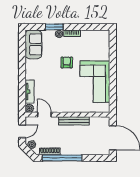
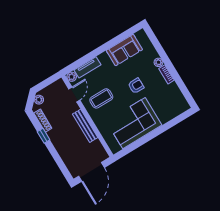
window: (54, 27) -> (162, 54), removed
sofa: (33, 44) -> (124, 50), moved
coffee table: (60, 95) -> (101, 98), added
door: (22, 131) -> (46, 83), removed
window: (62, 158) -> (44, 136), width x0.32

